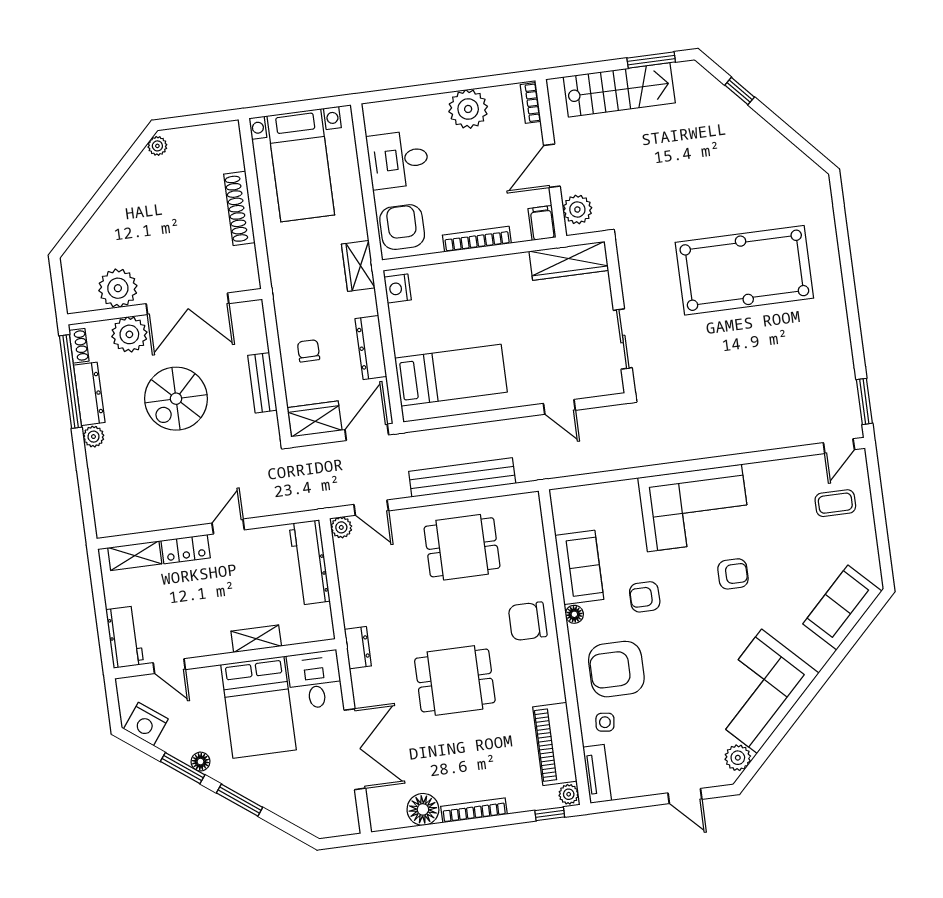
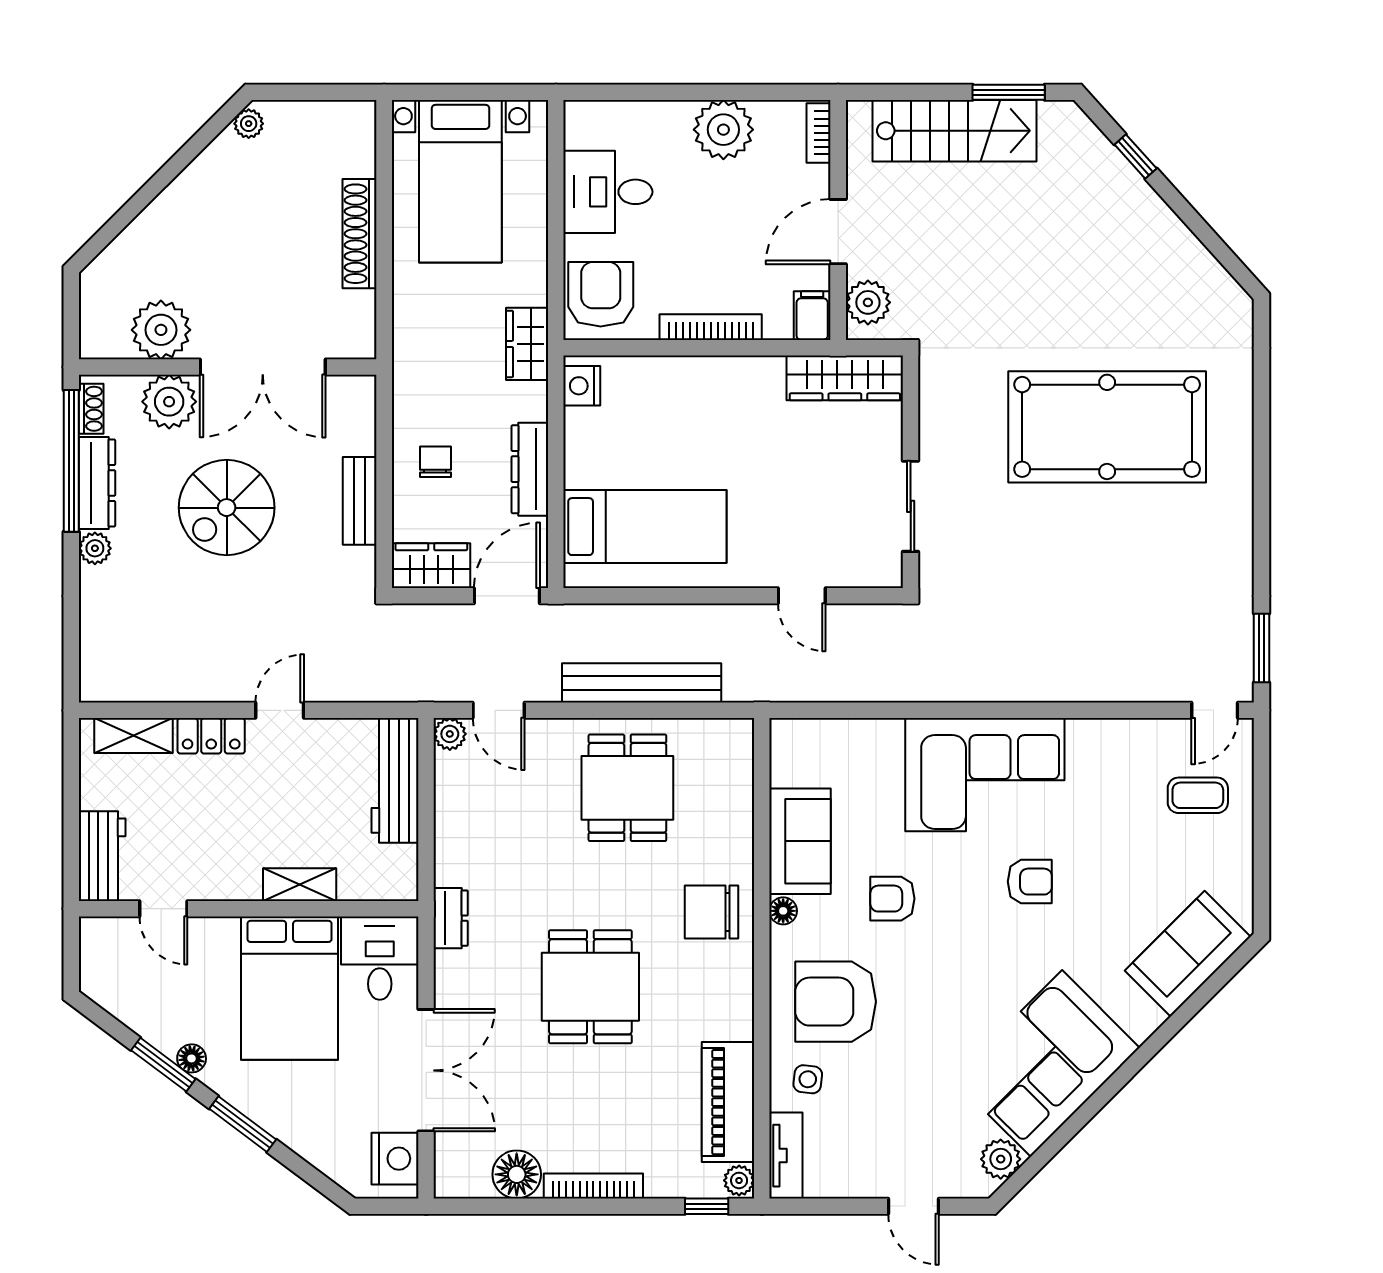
dining table: (462, 547) -> (627, 788), turned 90
dining table: (455, 680) -> (590, 987), turned 90
nightstand: (146, 724) -> (395, 1159), moved, turned -127

